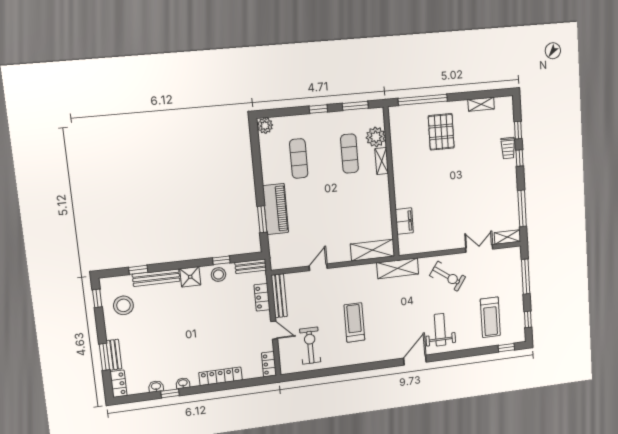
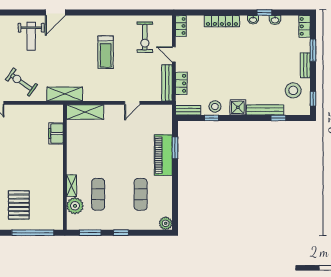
bench: (114, 355) -> (305, 65), moved

